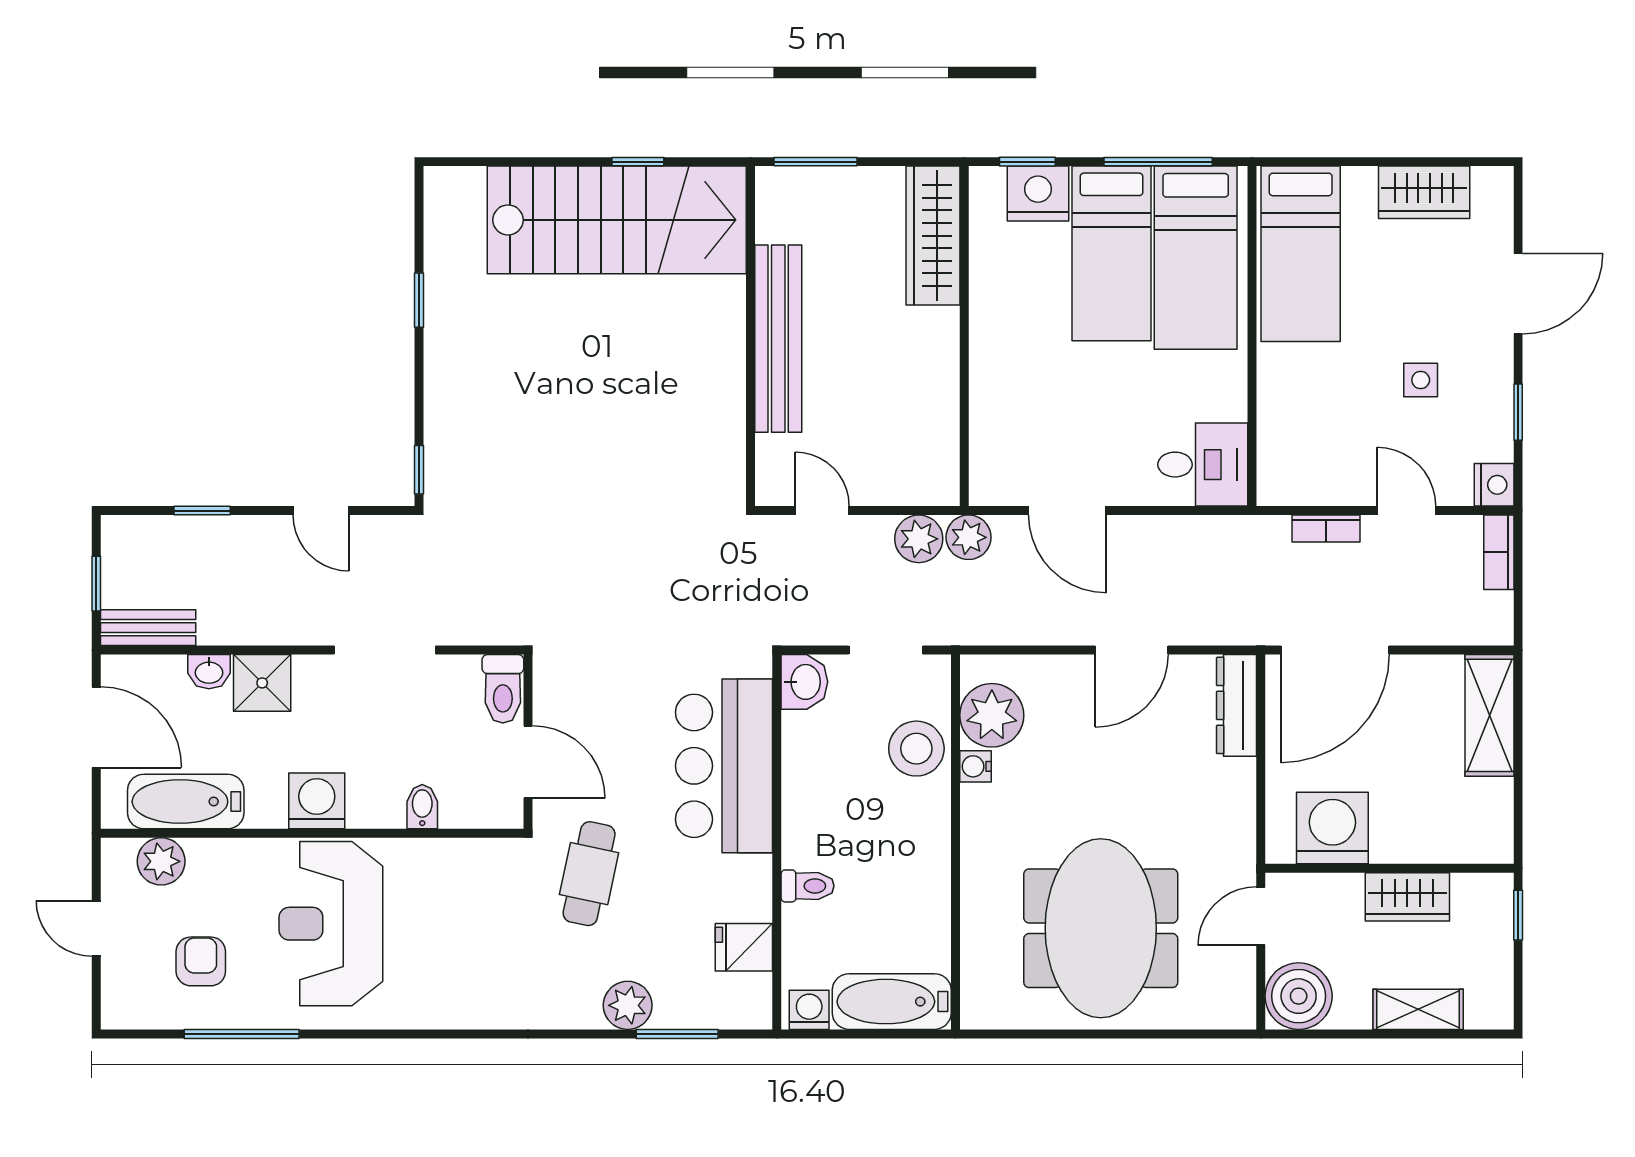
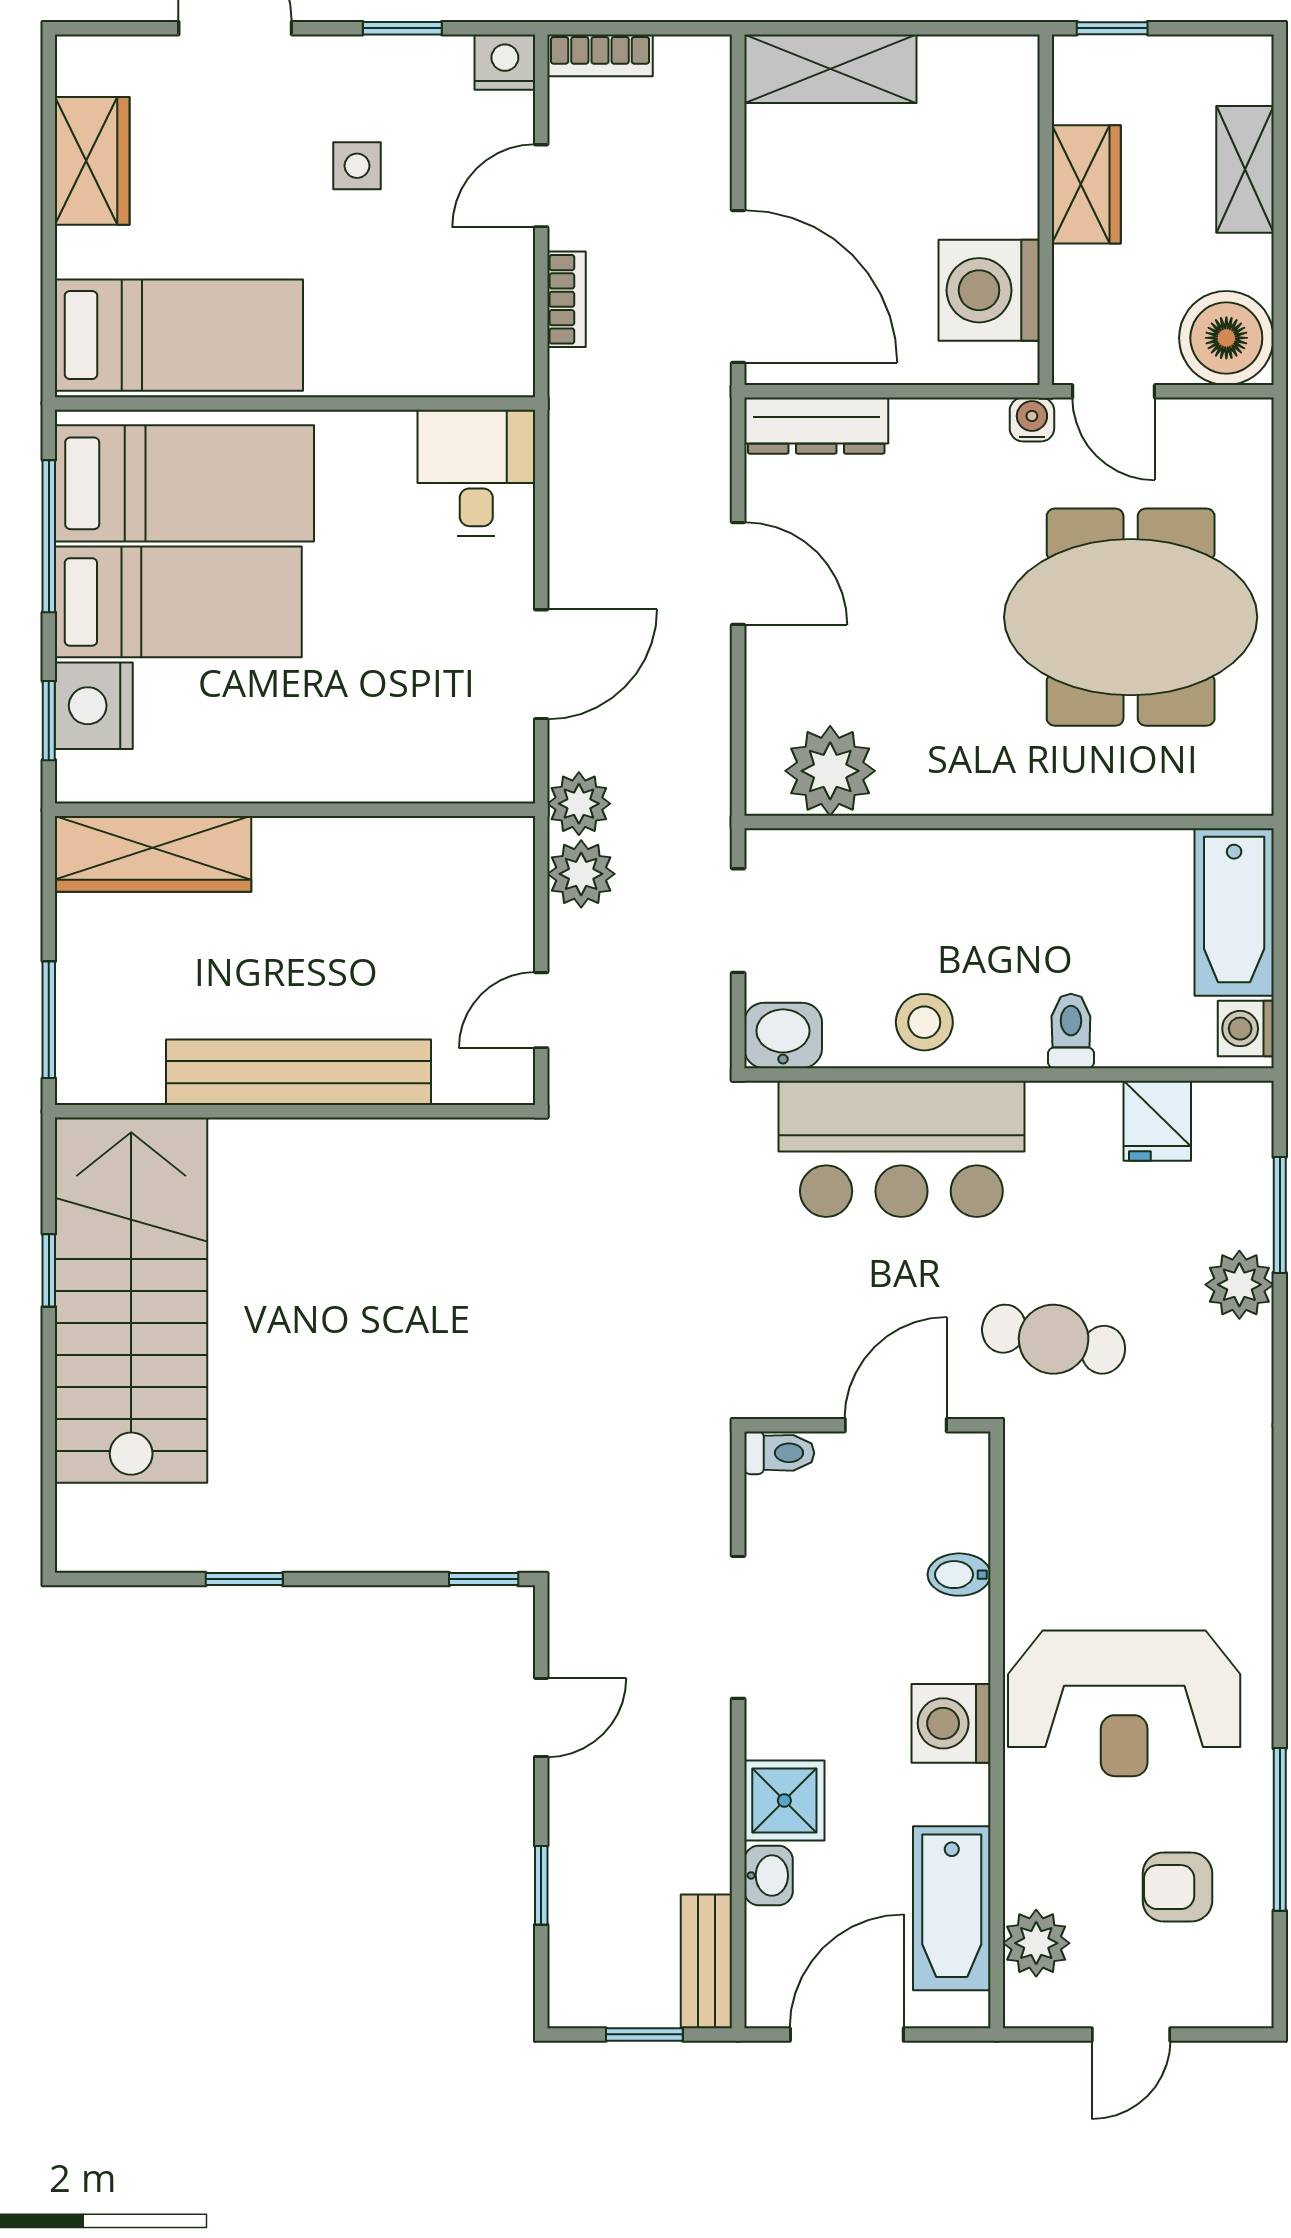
toilet: (503, 689) -> (779, 1453), width x0.73, depth x0.72
stool: (916, 749) -> (924, 1022), moved, width x0.73, depth x0.73
water cooler: (976, 766) -> (1032, 420), moved, turned 180

